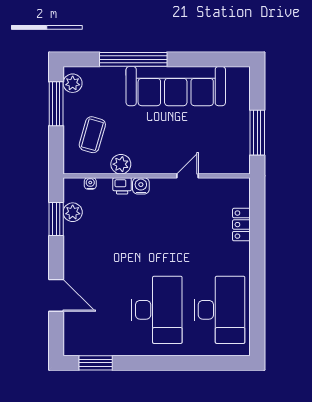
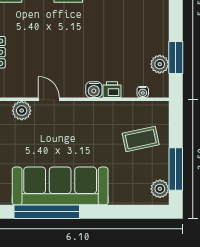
window: (133, 59) -> (47, 212), moved
coffee table: (92, 135) -> (141, 139), turned 62
plant: (121, 164) -> (22, 111), moved
door: (187, 176) -> (49, 99), swing flipped

